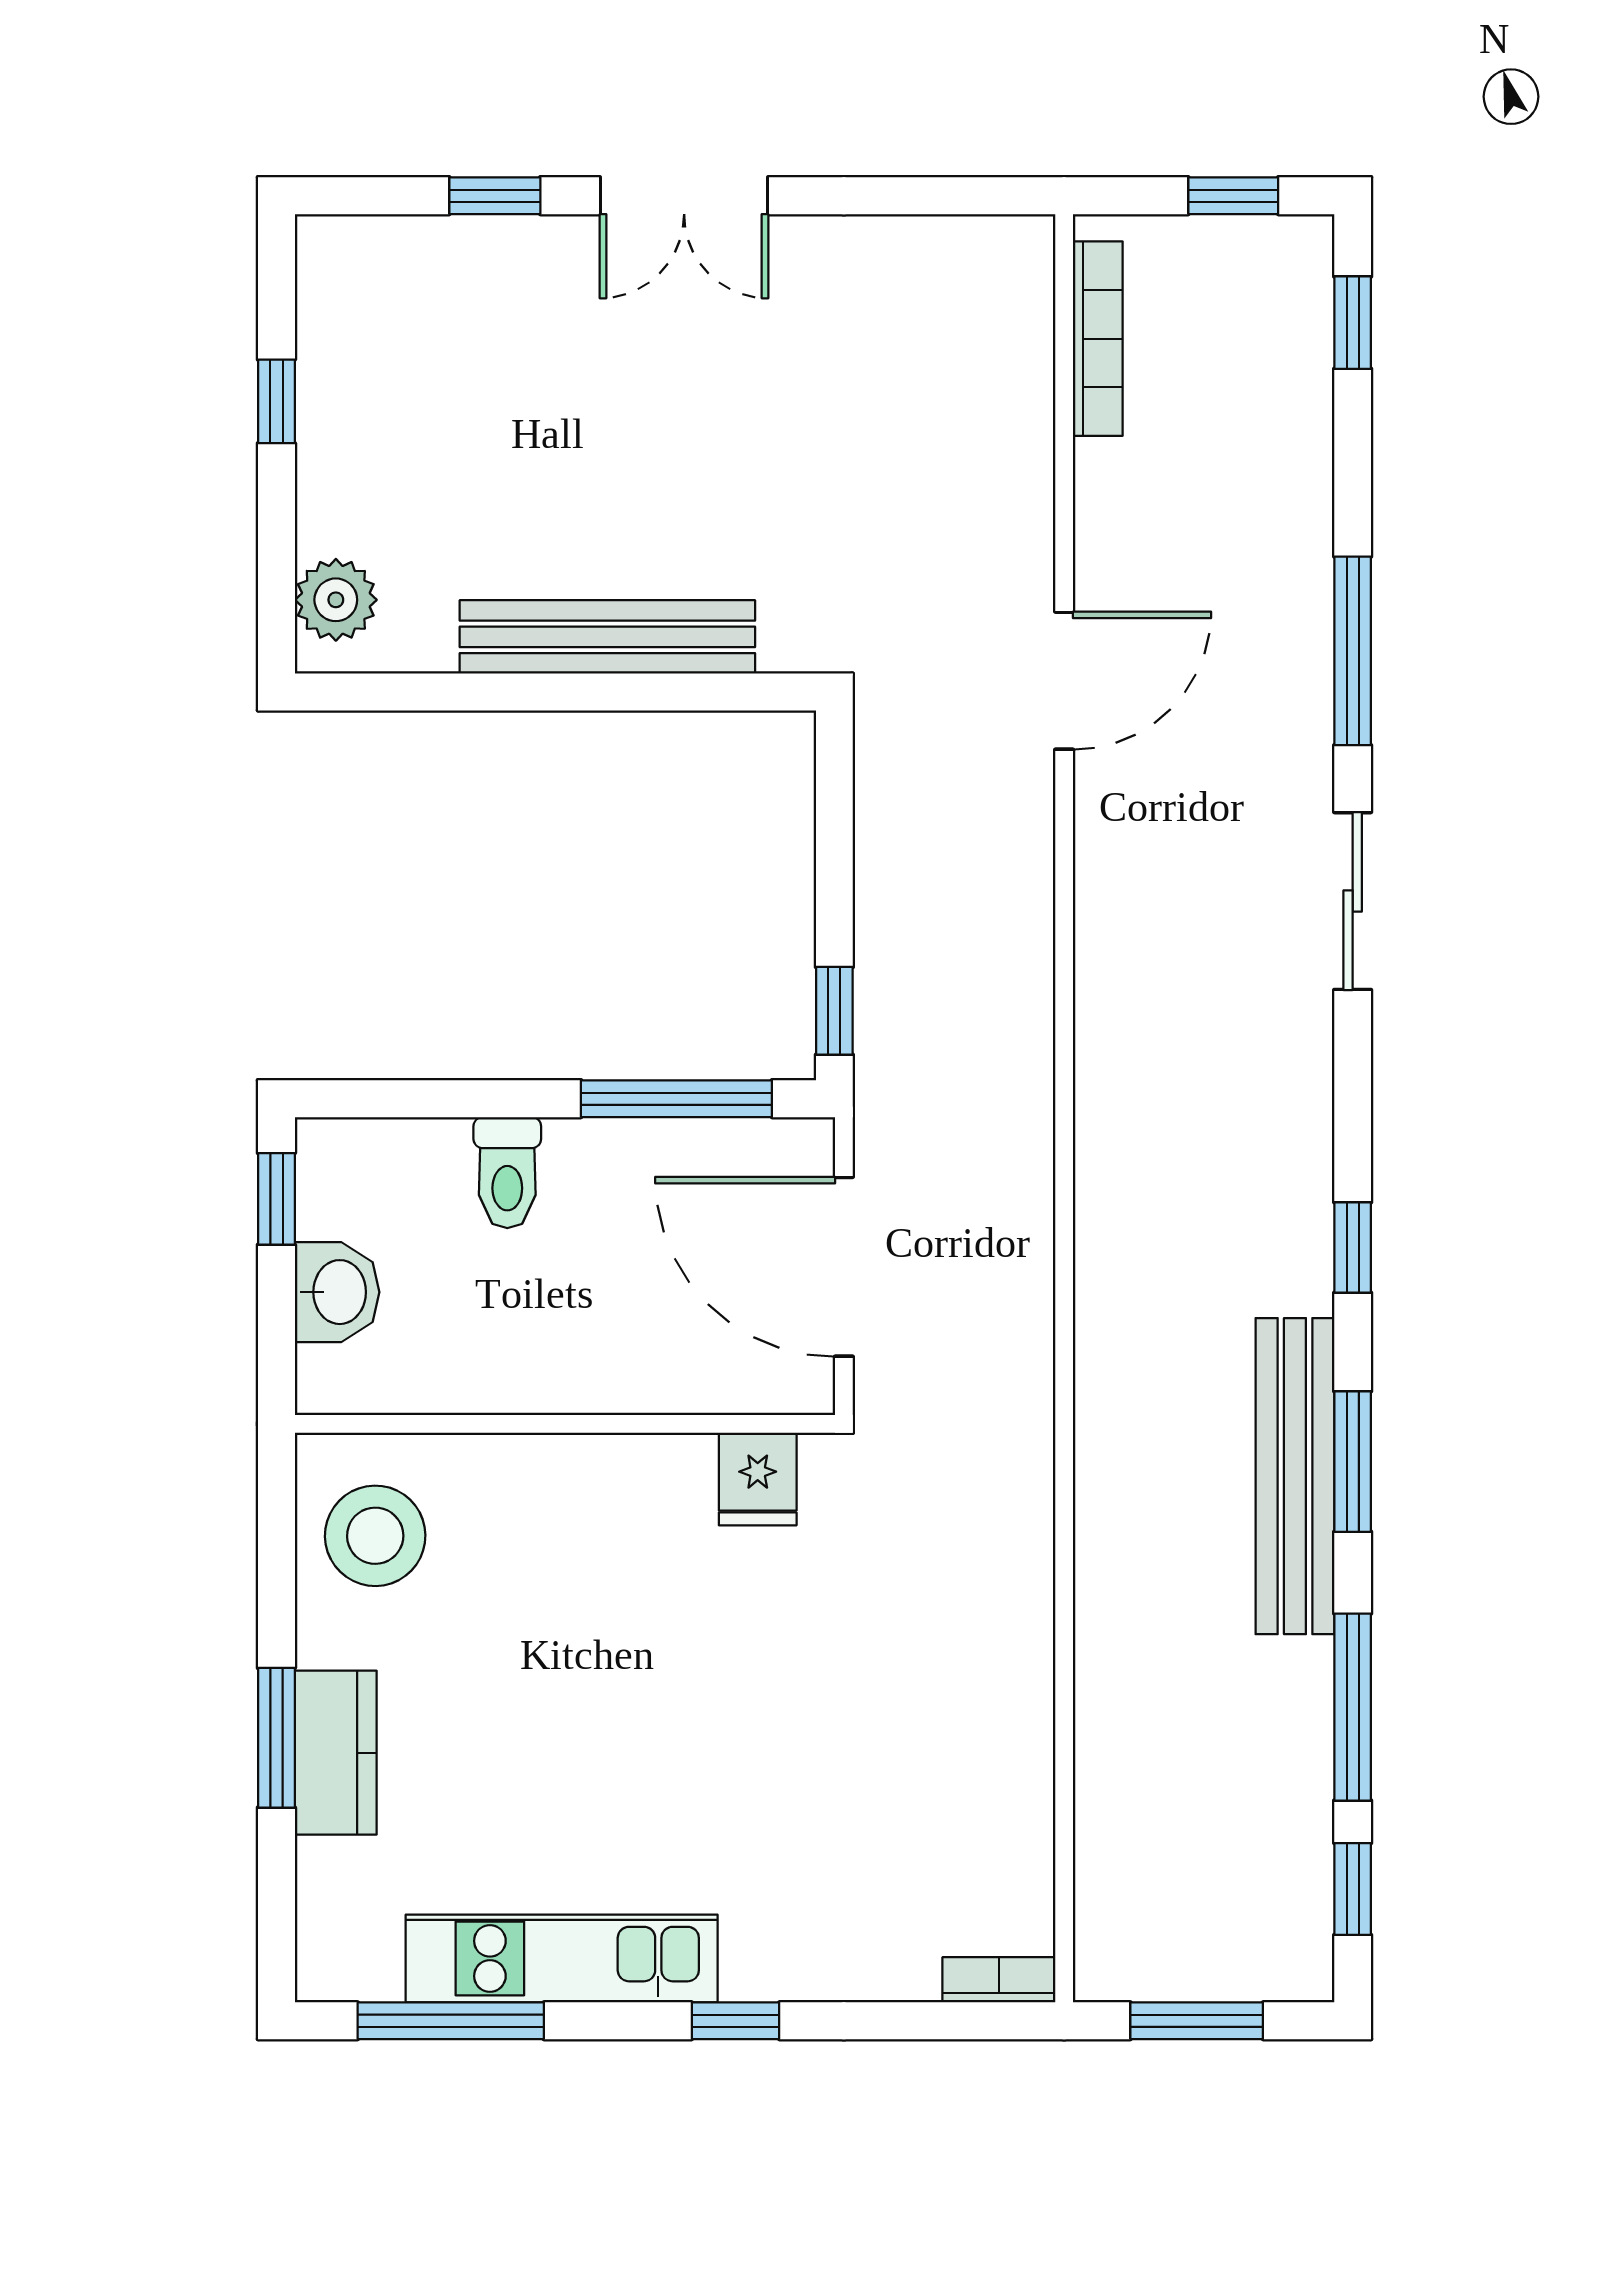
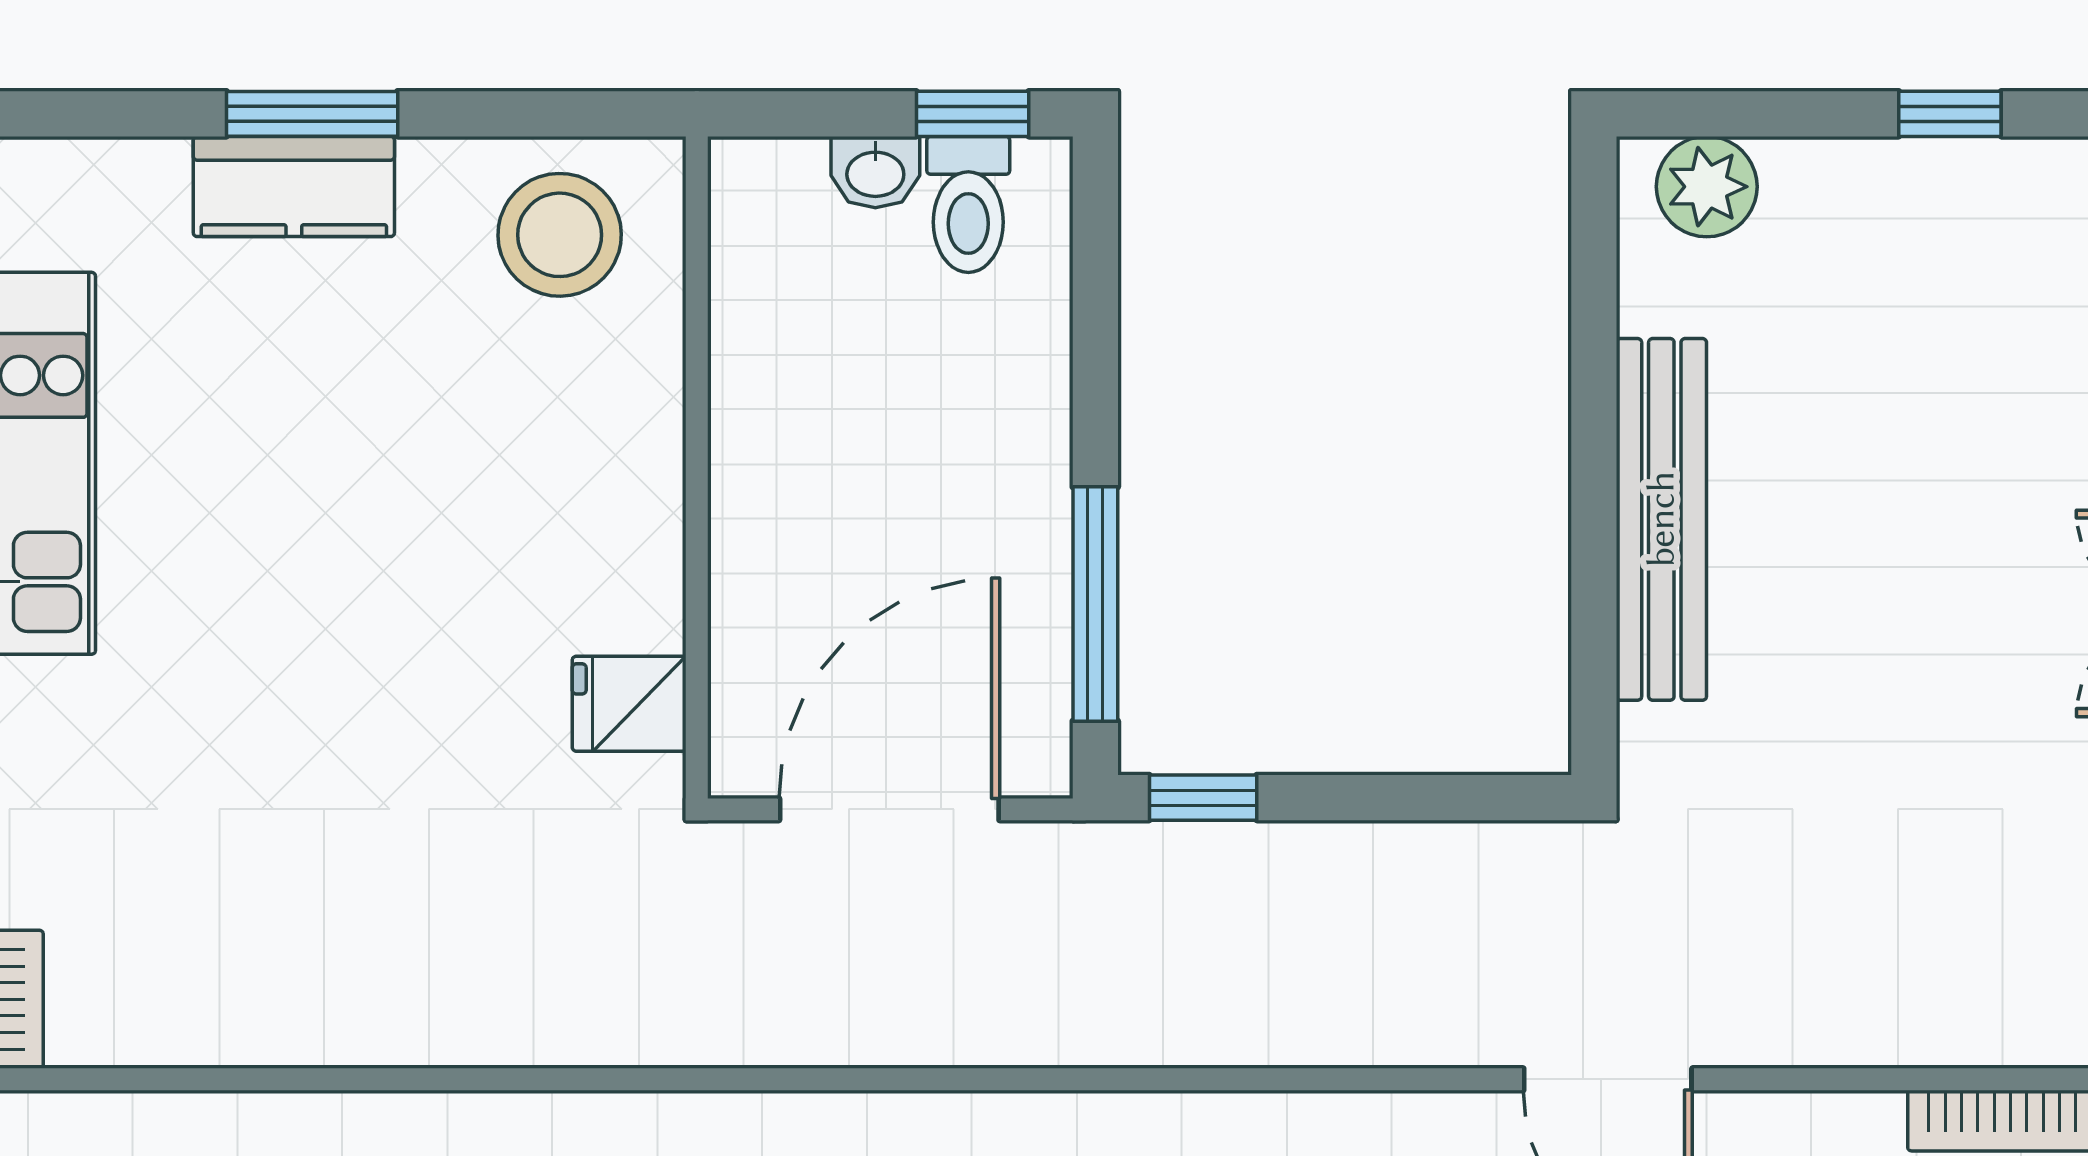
toilet: (507, 1173) -> (968, 204), moved, turned -90
washbasin: (337, 1292) -> (875, 172), width x0.72, depth x0.69

